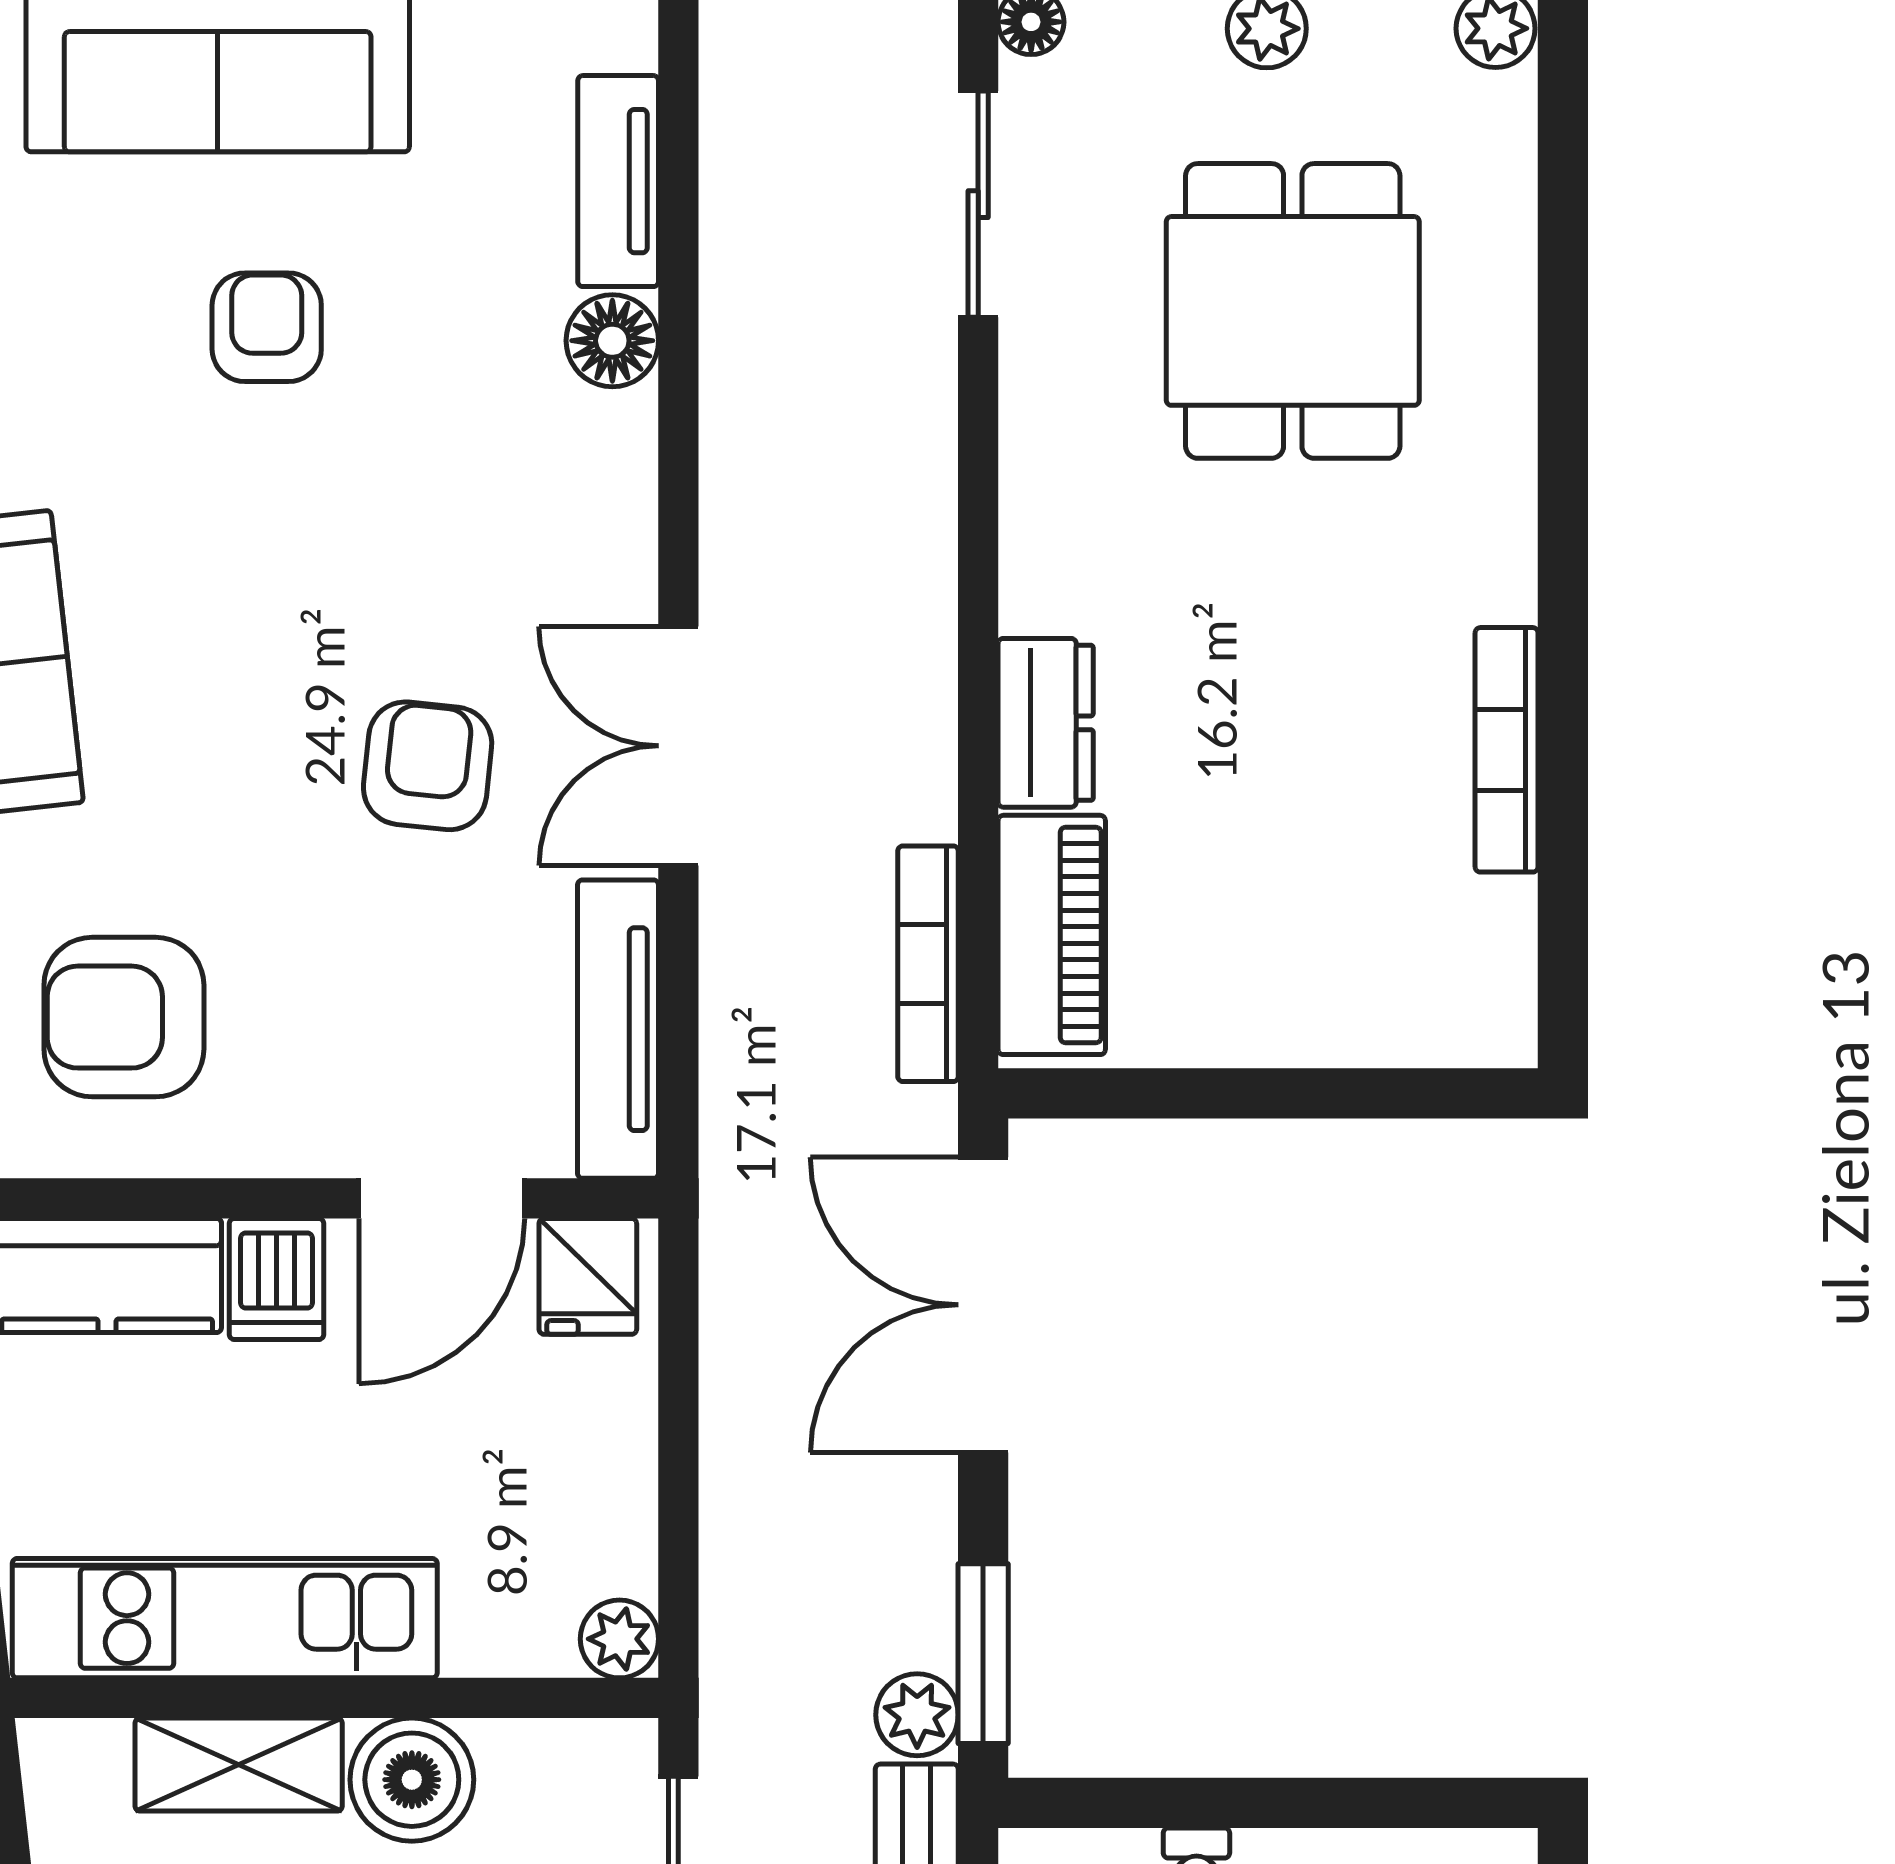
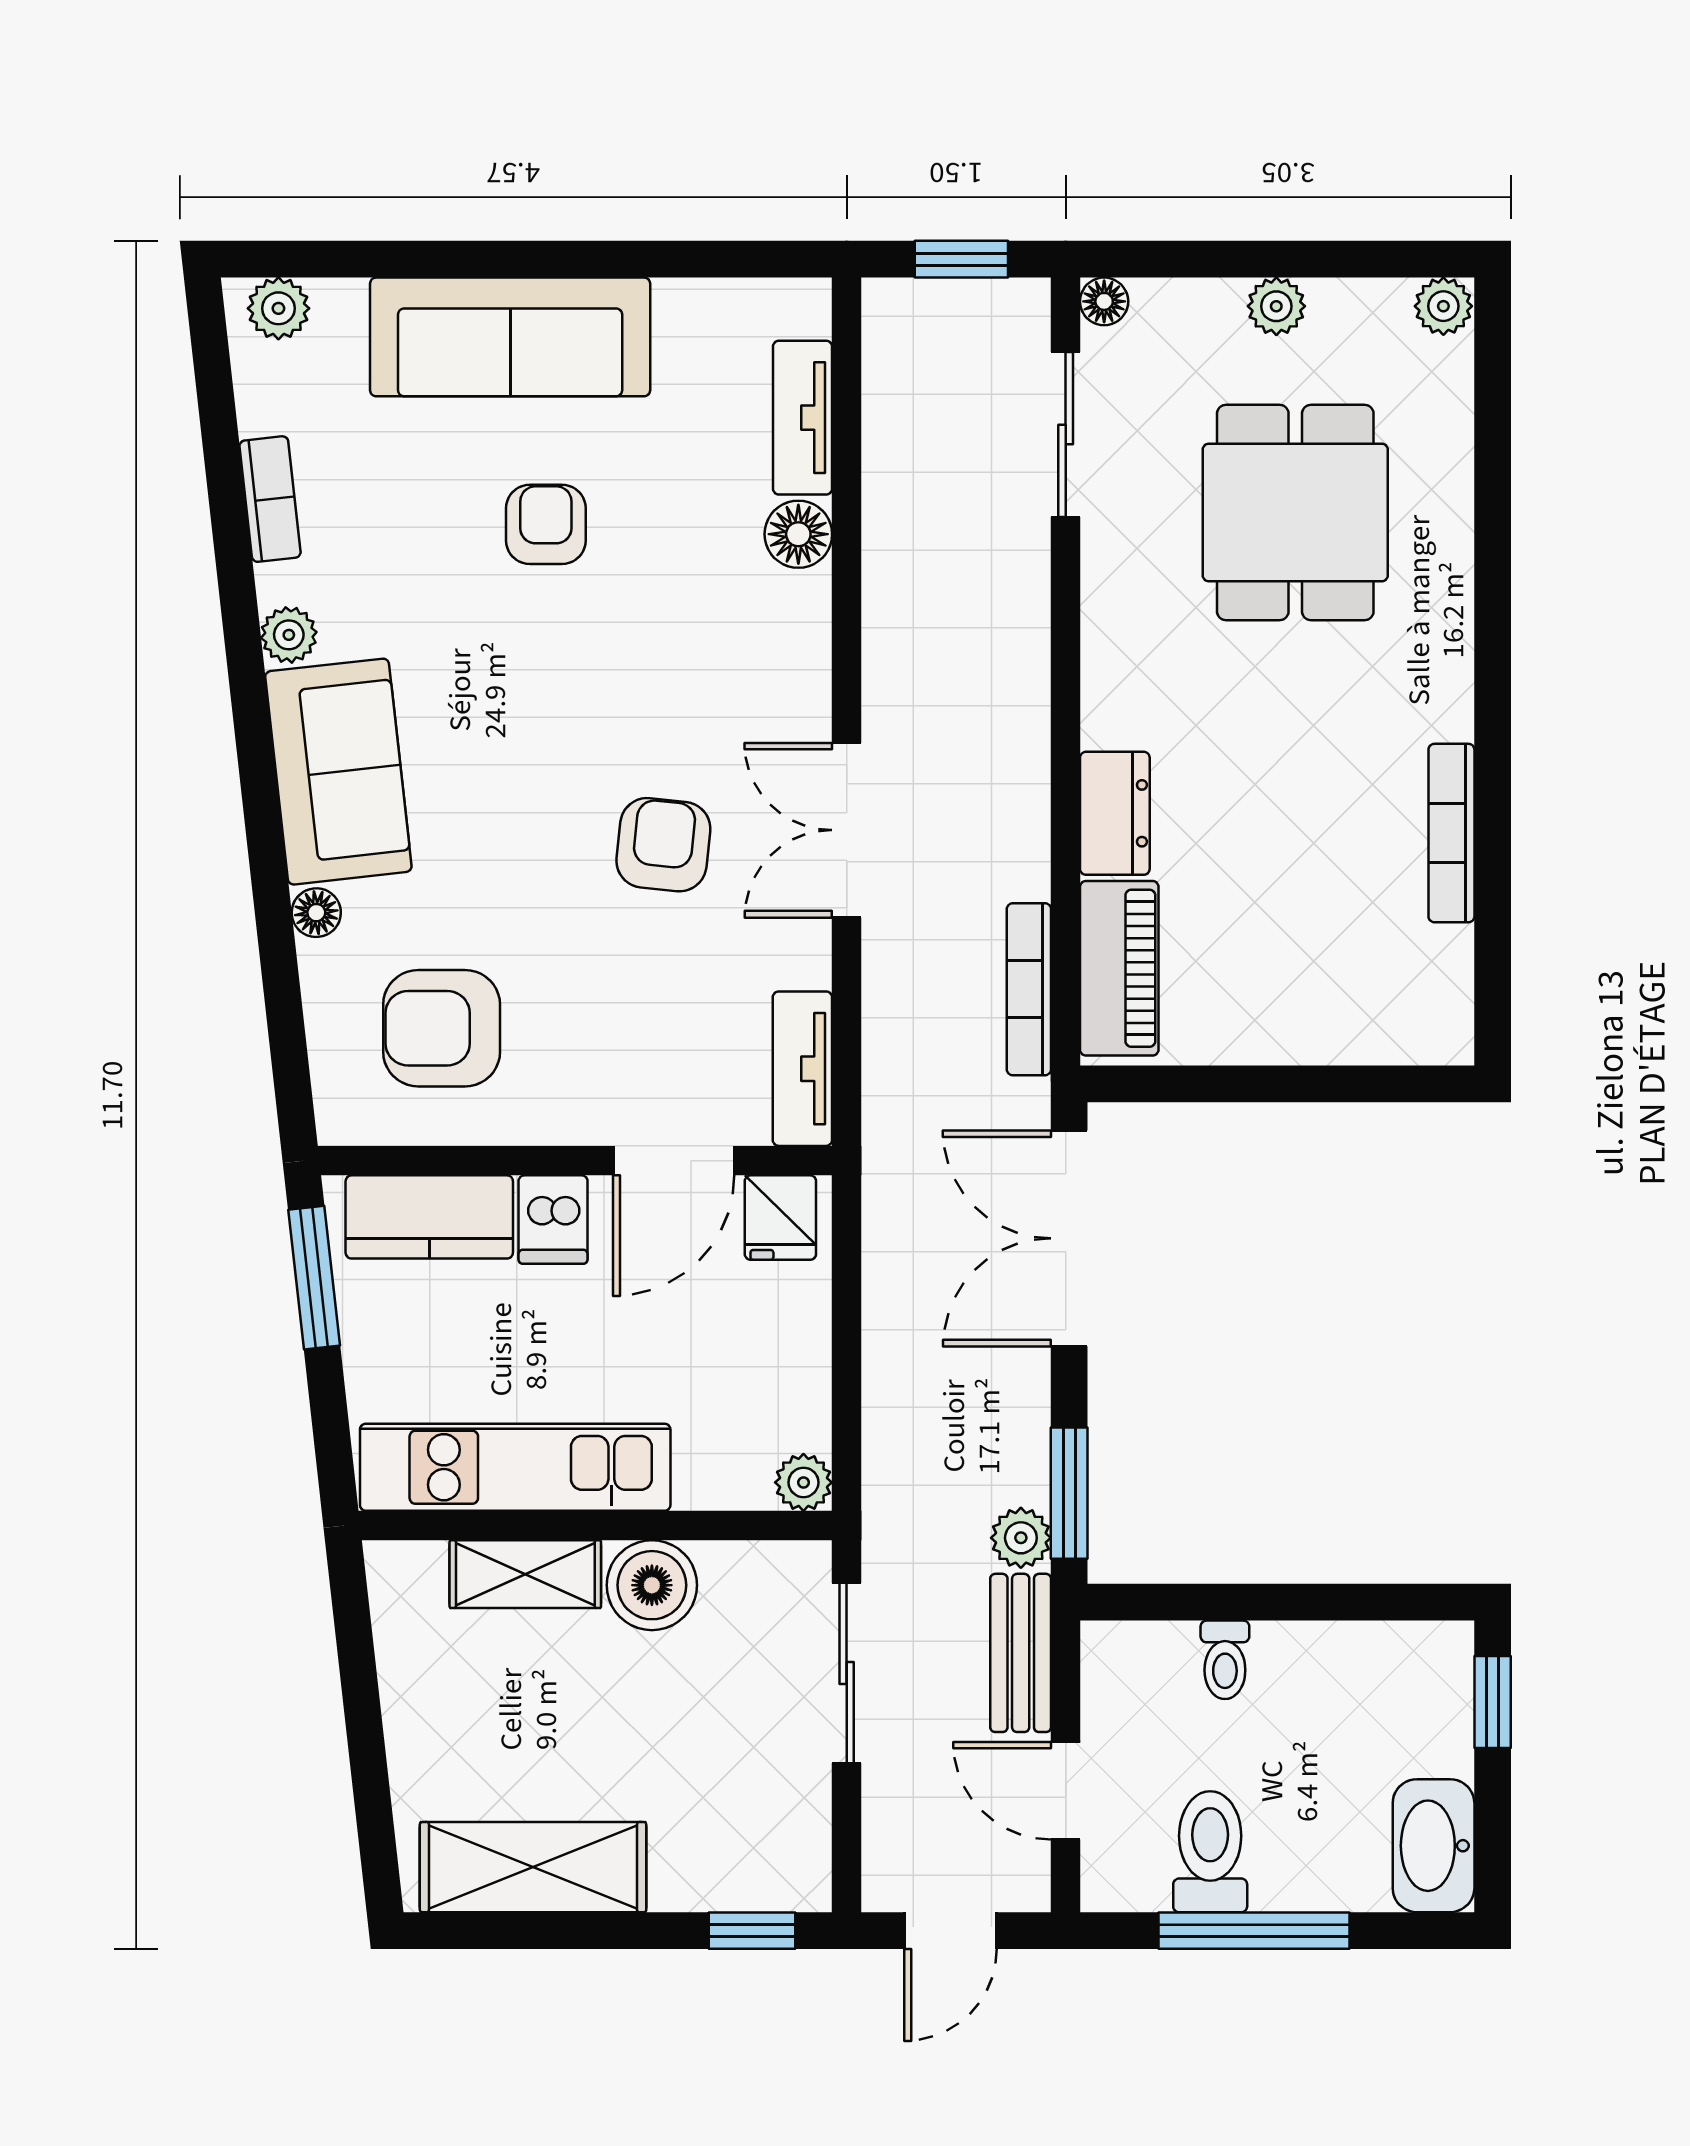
tv unit: (618, 1029) -> (802, 1069), width x0.71

